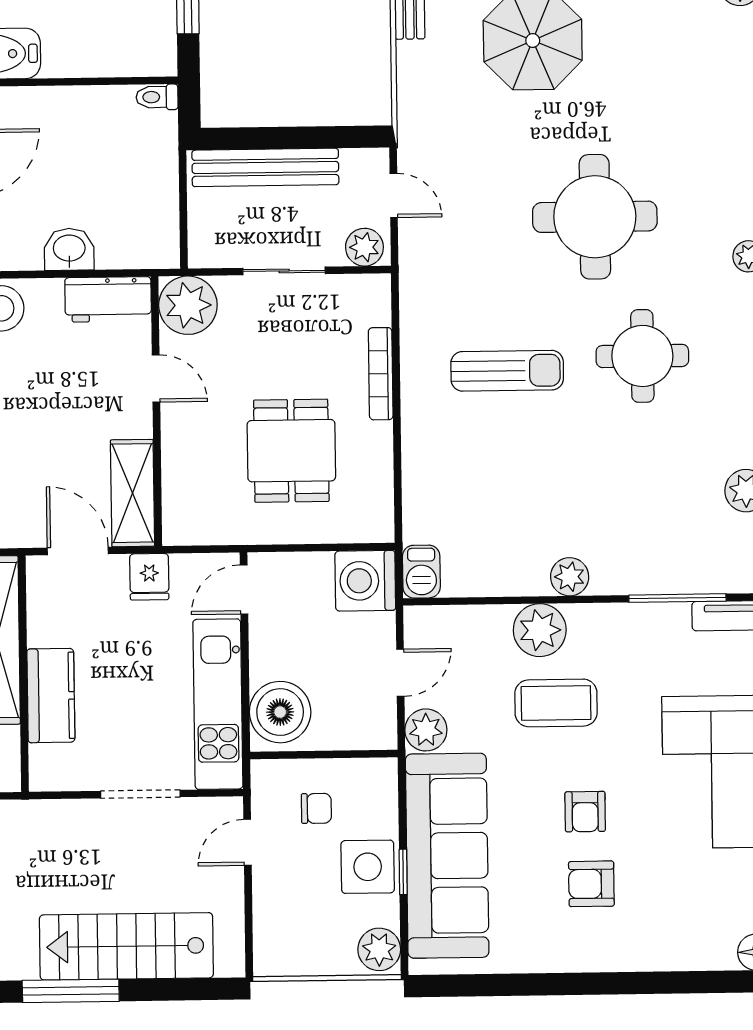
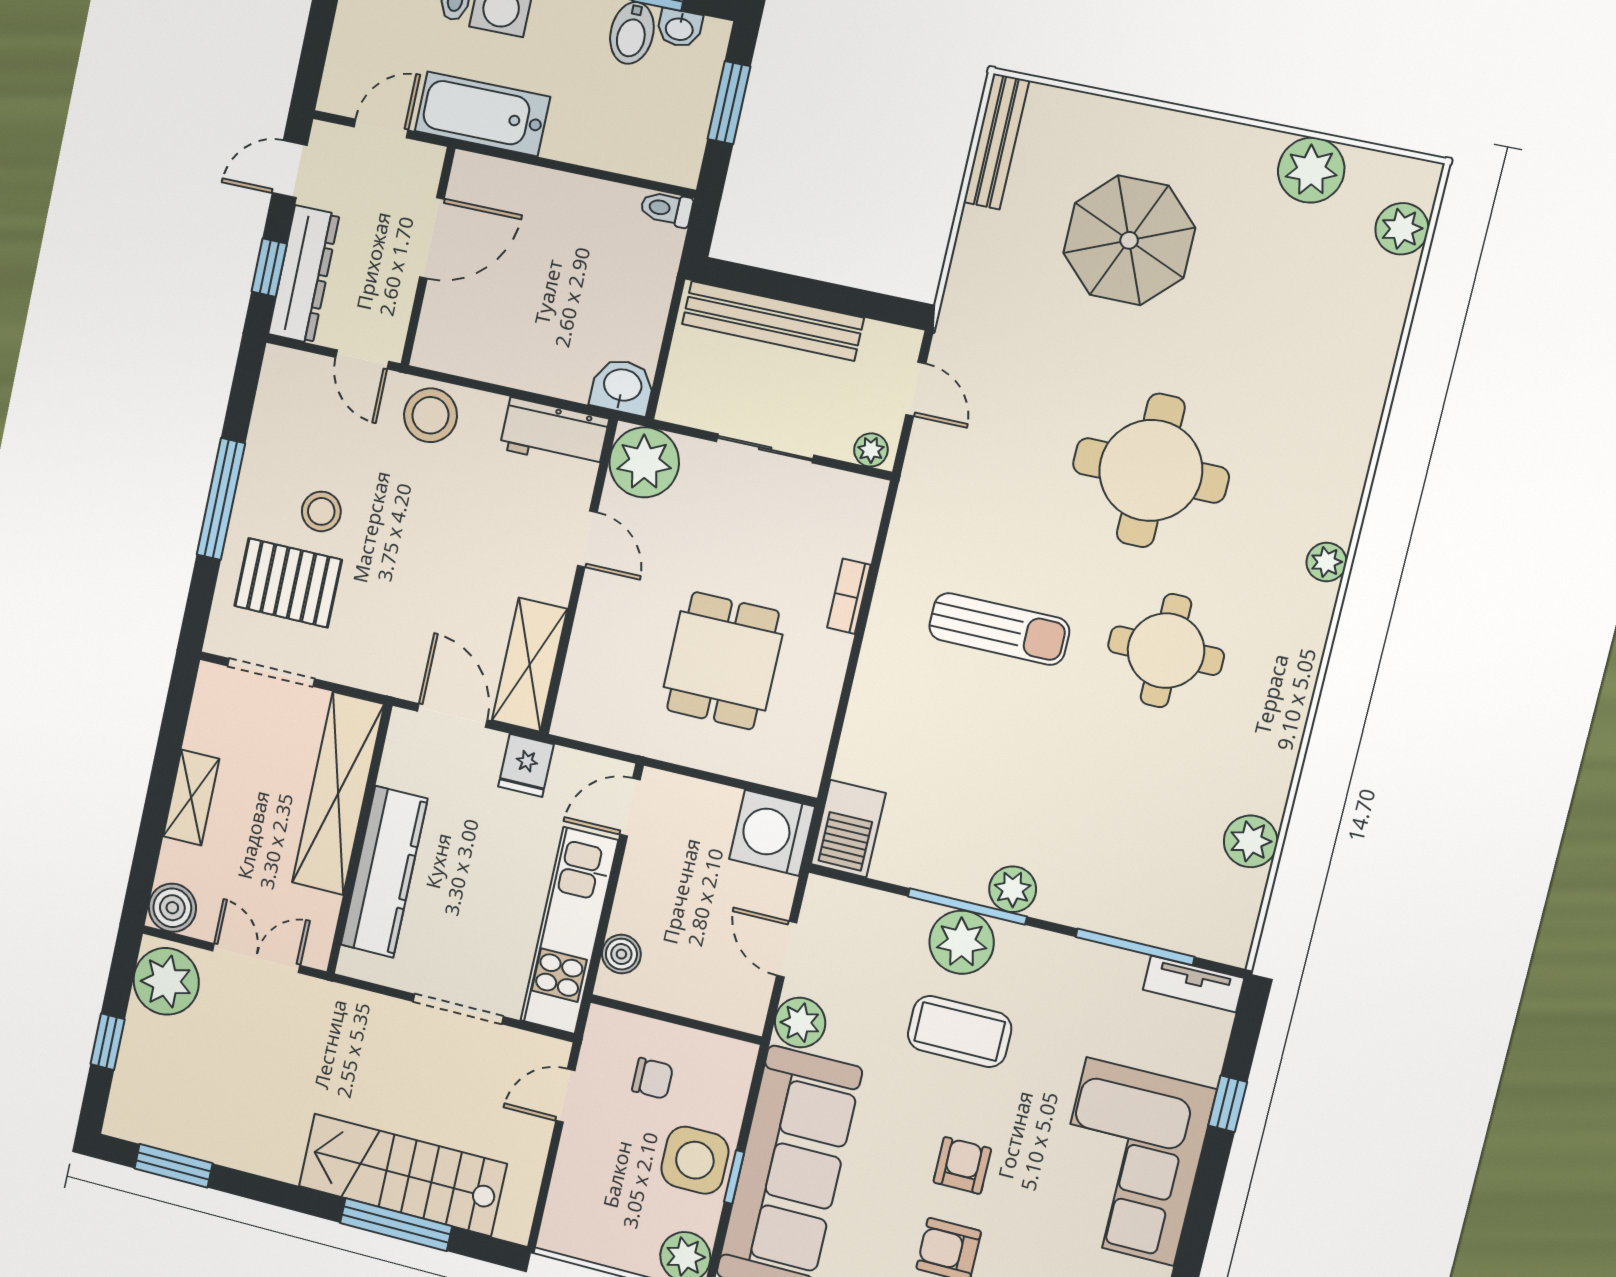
plant: (364, 247) -> (871, 450), width x0.73, depth x0.73
washbasin: (69, 249) -> (622, 386), moved
bookcase: (381, 374) -> (849, 596), width x0.64
barbecue: (421, 572) -> (848, 829), width x1.38, depth x1.27
window: (537, 600) -> (967, 906), added
door: (400, 673) -> (787, 949), swing flipped
kitchen counter: (51, 696) -> (384, 872), width x1.50
boiler: (280, 712) -> (621, 954), width x0.54, depth x0.54
armchair: (585, 812) -> (962, 1165), turned 180
window: (71, 991) -> (396, 1225), moved

